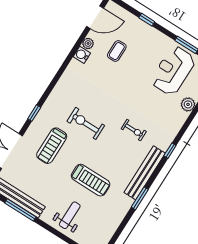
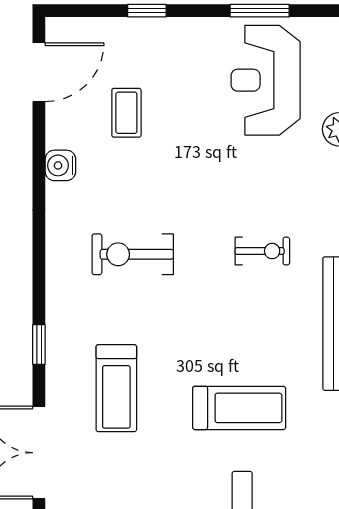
plant: (88, 43) -> (58, 134), removed
exercise bike: (86, 123) -> (133, 254), moved

